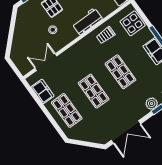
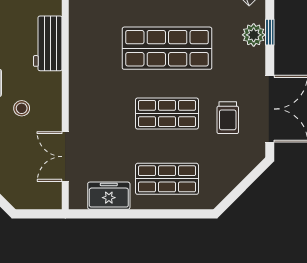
trolley: (106, 35) -> (228, 118), moved
shop shelf: (120, 72) -> (167, 48), width x1.43, depth x1.36

